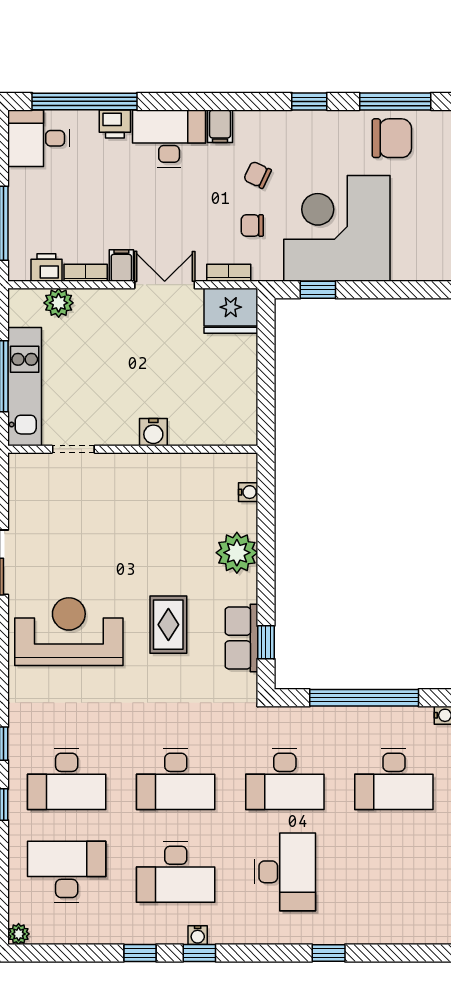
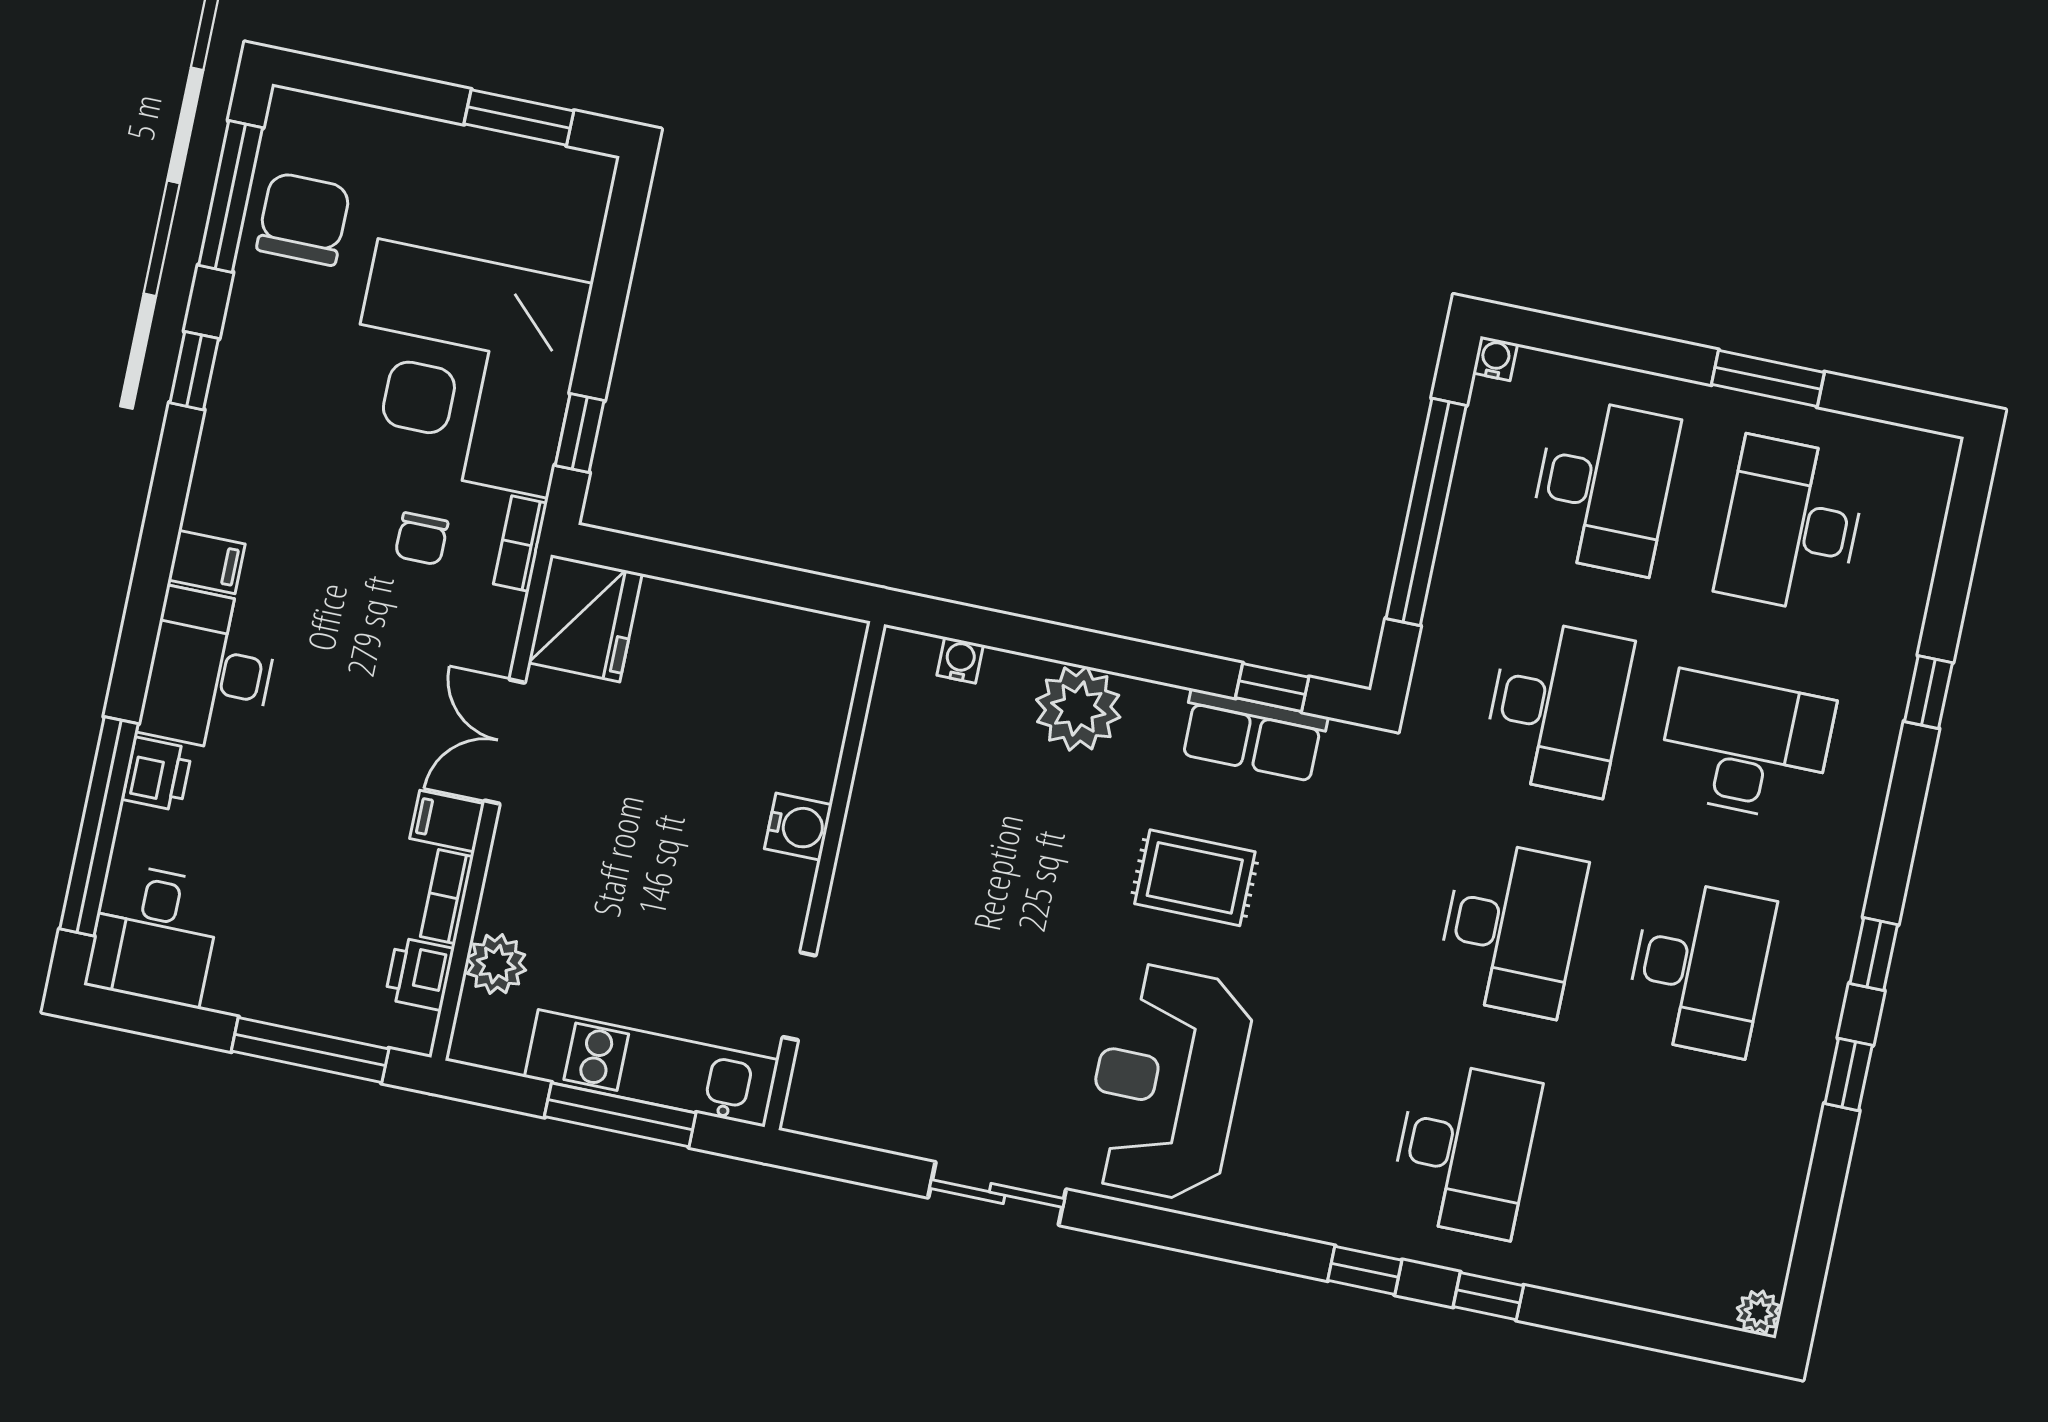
chair: (257, 175) -> (321, 507), removed
bookcase: (229, 273) -> (520, 544), moved
desk: (67, 872) -> (1792, 525), moved
water cooler: (198, 935) -> (1837, 950), removed

